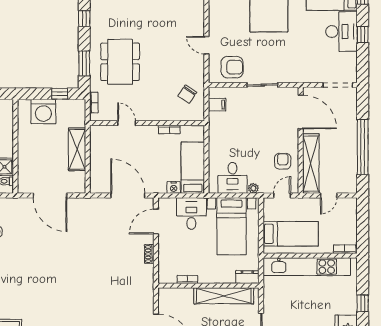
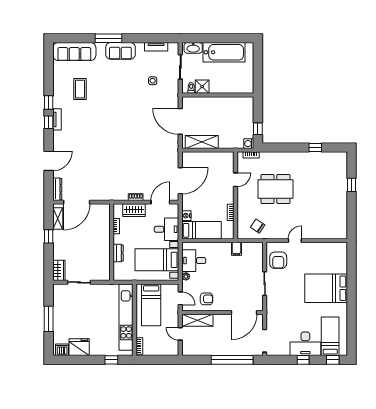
dining table: (120, 62) -> (275, 189), moved
window: (84, 63) -> (281, 148), removed
filing cabinet: (217, 105) -> (236, 249), moved
washing machine: (43, 112) -> (249, 144), moved, width x0.53, depth x0.53
window: (363, 147) -> (232, 360), moved
shelving: (77, 149) -> (202, 142), moved
shelving: (311, 164) -> (197, 320), width x0.68
door: (50, 196) -> (180, 121), hinge flipped
door: (156, 222) -> (160, 202), hinge flipped
wardrobe: (166, 256) -> (134, 210), added
dresser: (247, 277) -> (118, 253), moved
shelving: (224, 296) -> (104, 254), removed
window: (363, 303) -> (111, 360), moved

